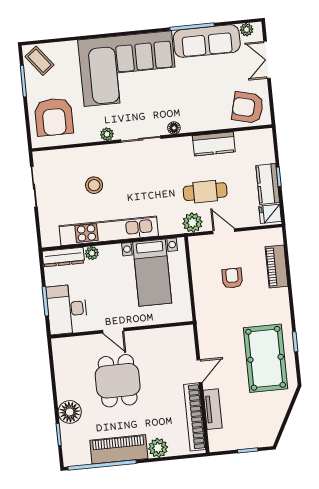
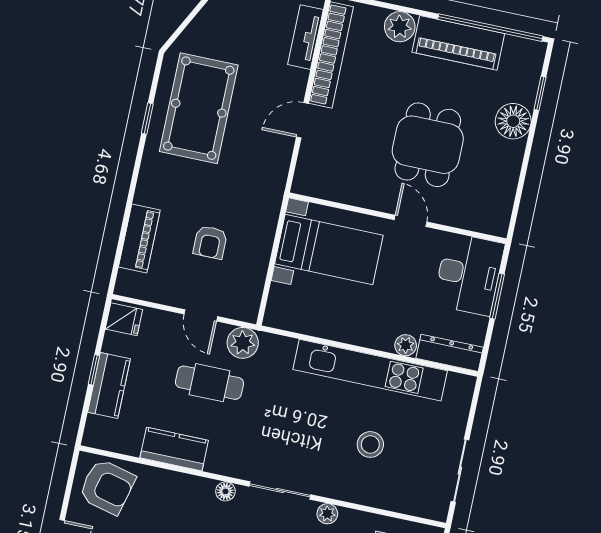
kitchen counter: (268, 184) -> (109, 385), moved
bed with nightstands: (152, 273) -> (329, 250), moved, turned 90
tv unit: (213, 409) -> (305, 37), moved

